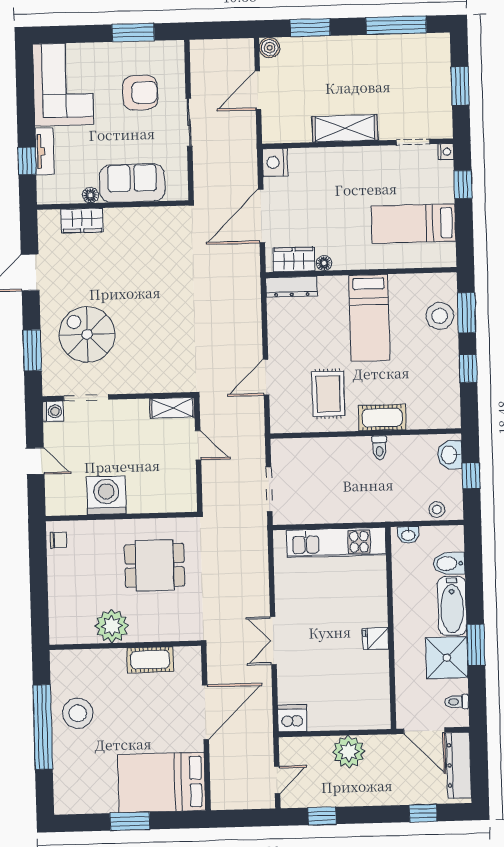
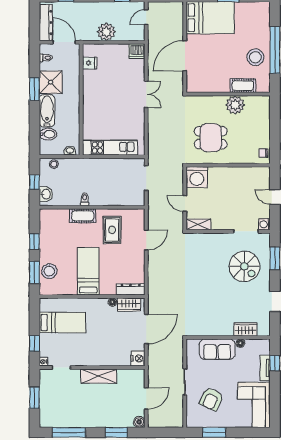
armchair: (140, 93) -> (211, 399), turned -64
washing machine: (106, 495) -> (197, 177), moved
fridge: (376, 639) -> (90, 63), moved
cot: (150, 660) -> (243, 86), moved

